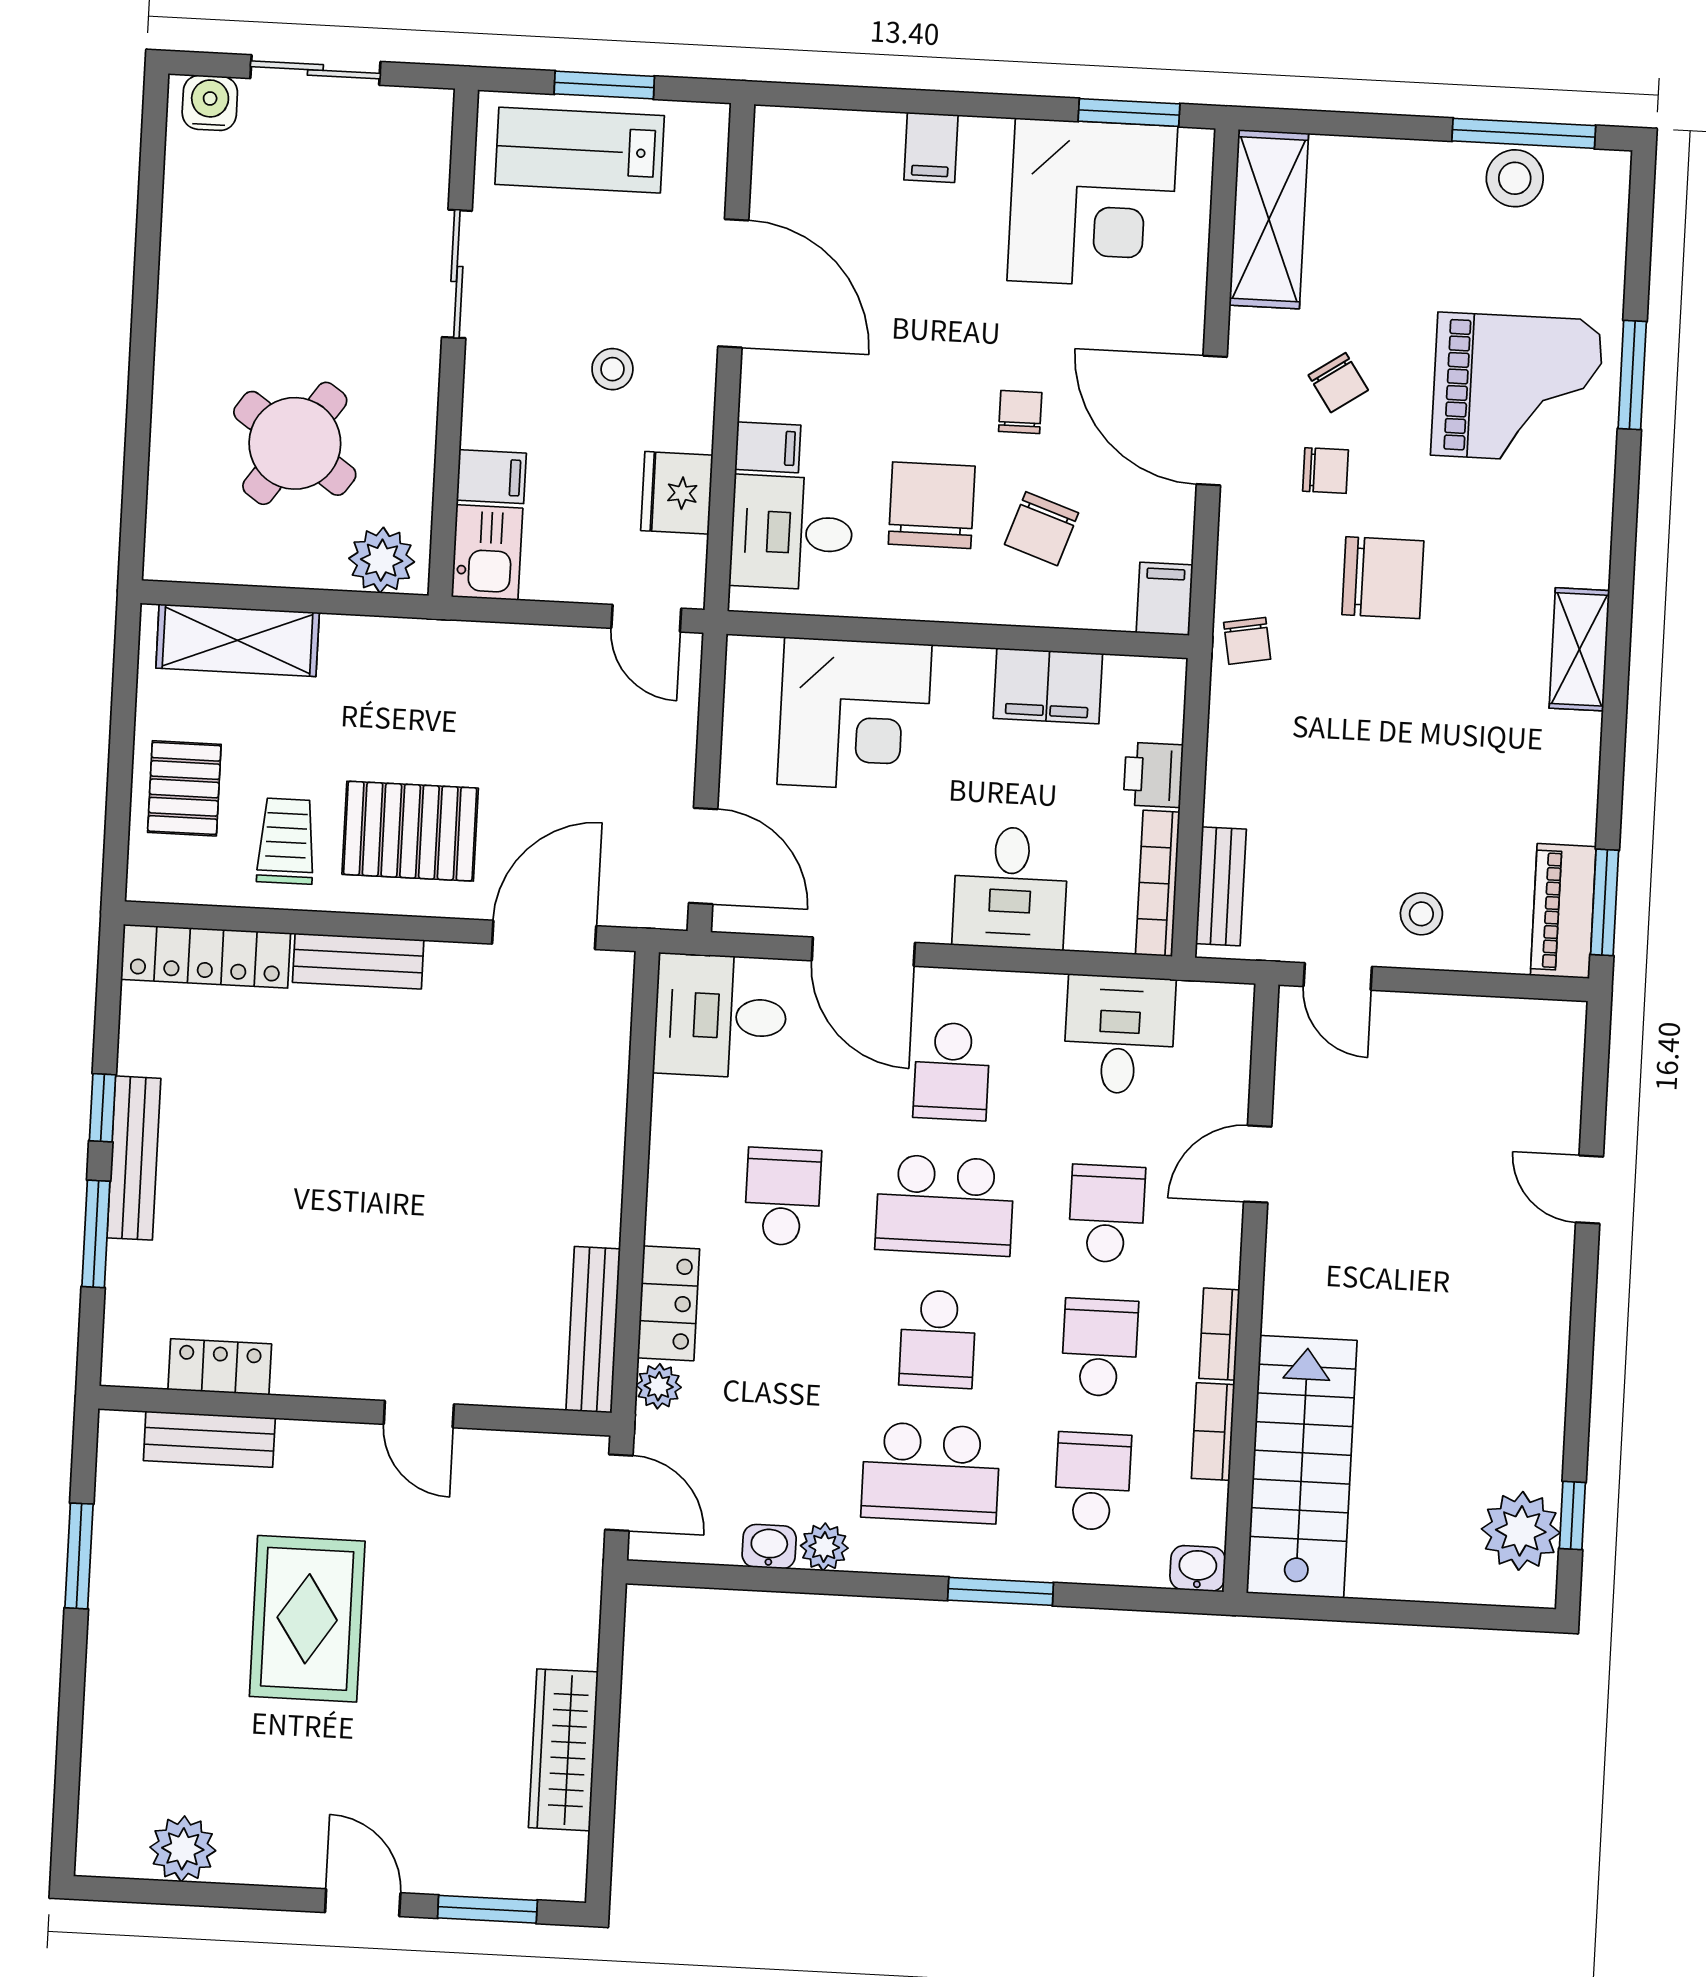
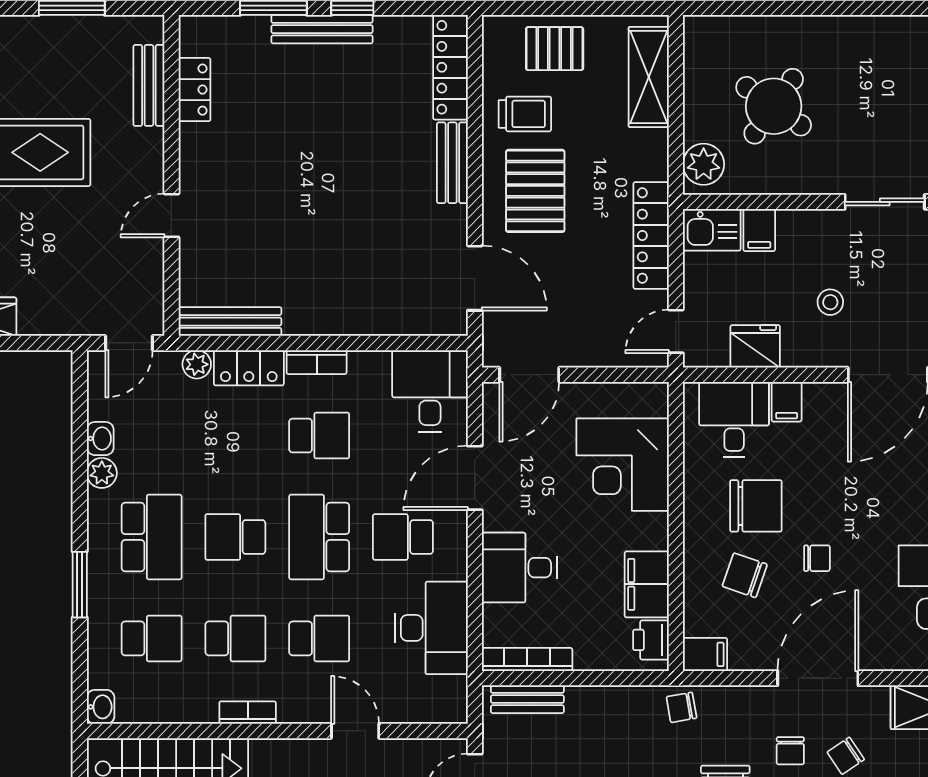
locker: (491, 650) -> (651, 235), added
printer: (1153, 775) -> (651, 640), moved, turned -90
desk: (1119, 1035) -> (431, 628), width x1.37
bookcase: (1213, 1432) -> (317, 362), moved, turned 180
school desk: (931, 1473) -> (152, 537), turned 180

